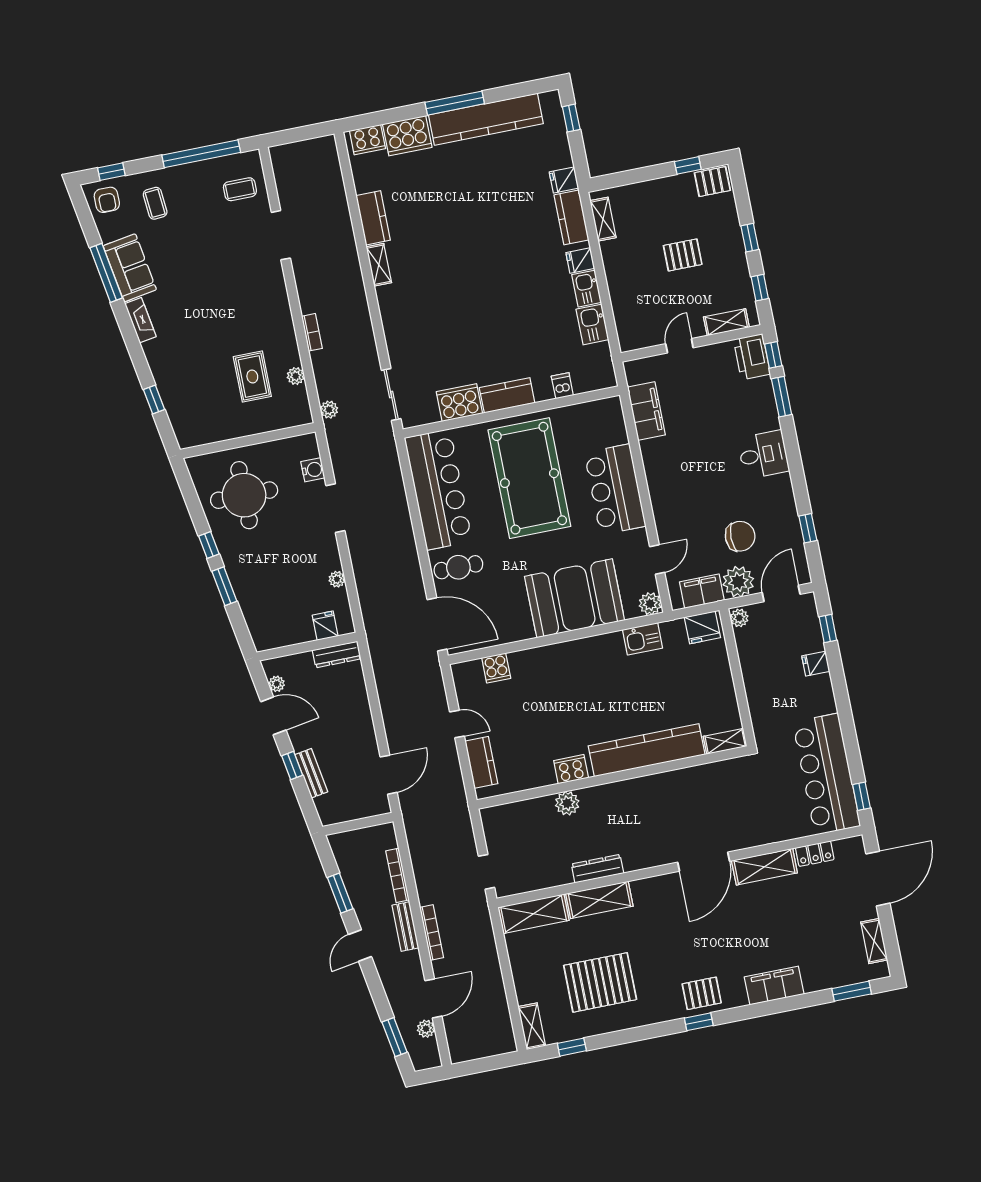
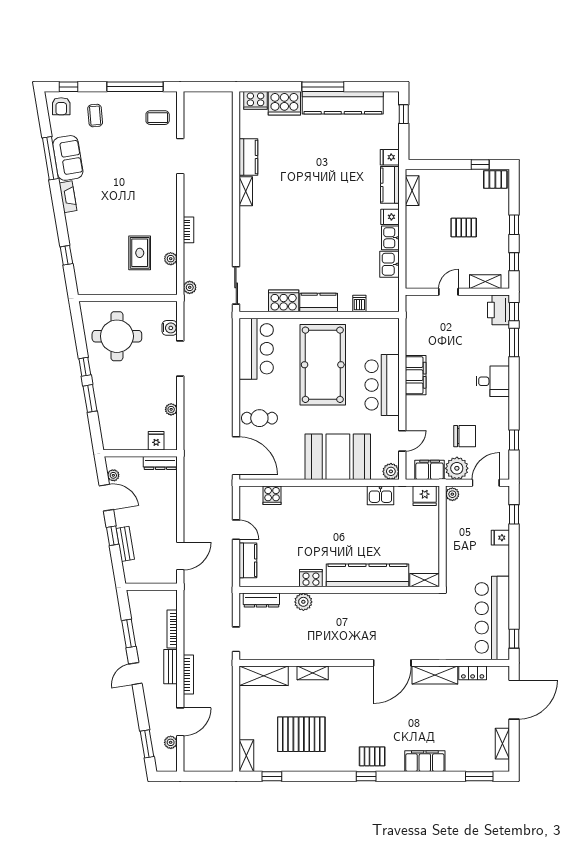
filing cabinet: (646, 411) -> (416, 375), moved
bar counter: (438, 490) -> (256, 349), width x0.73
dresser: (598, 869) -> (261, 600), moved, turned 180
shelving: (599, 900) -> (313, 673), width x0.67, depth x0.75

